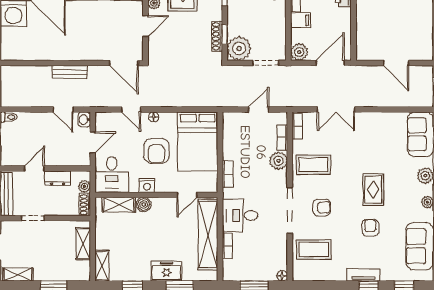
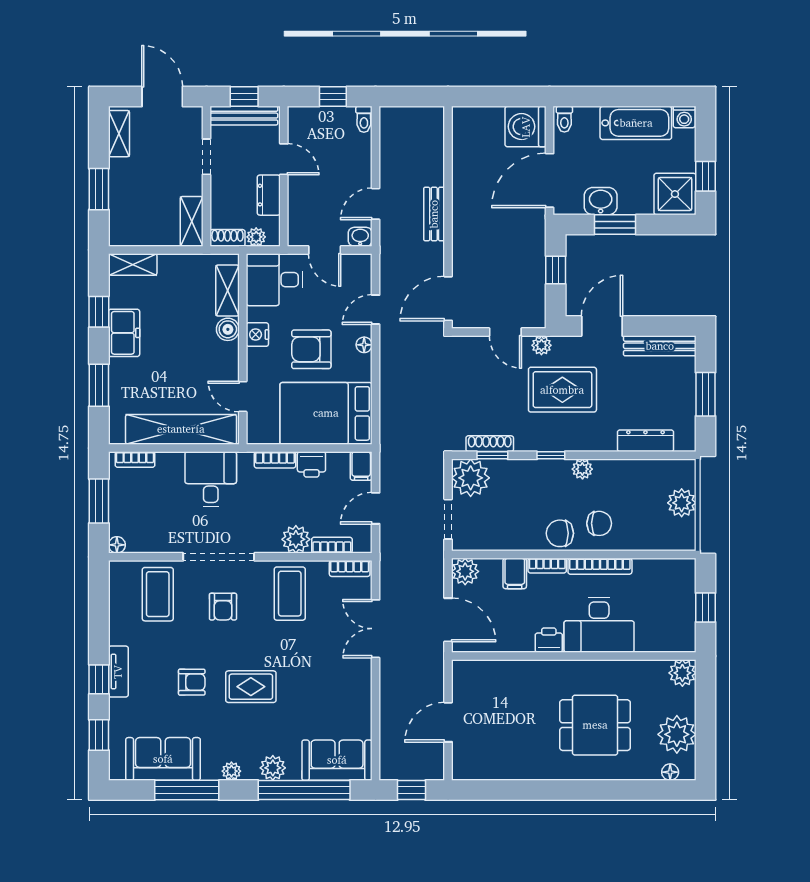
door: (259, 110) -> (376, 508), swing flipped
filing cabinet: (232, 119) -> (361, 466), added
printer: (230, 151) -> (311, 464), added
shelving: (83, 244) -> (192, 221), moved, turned 90
bookcase: (227, 246) -> (135, 460), moved
freezer: (166, 271) -> (124, 333), moved

